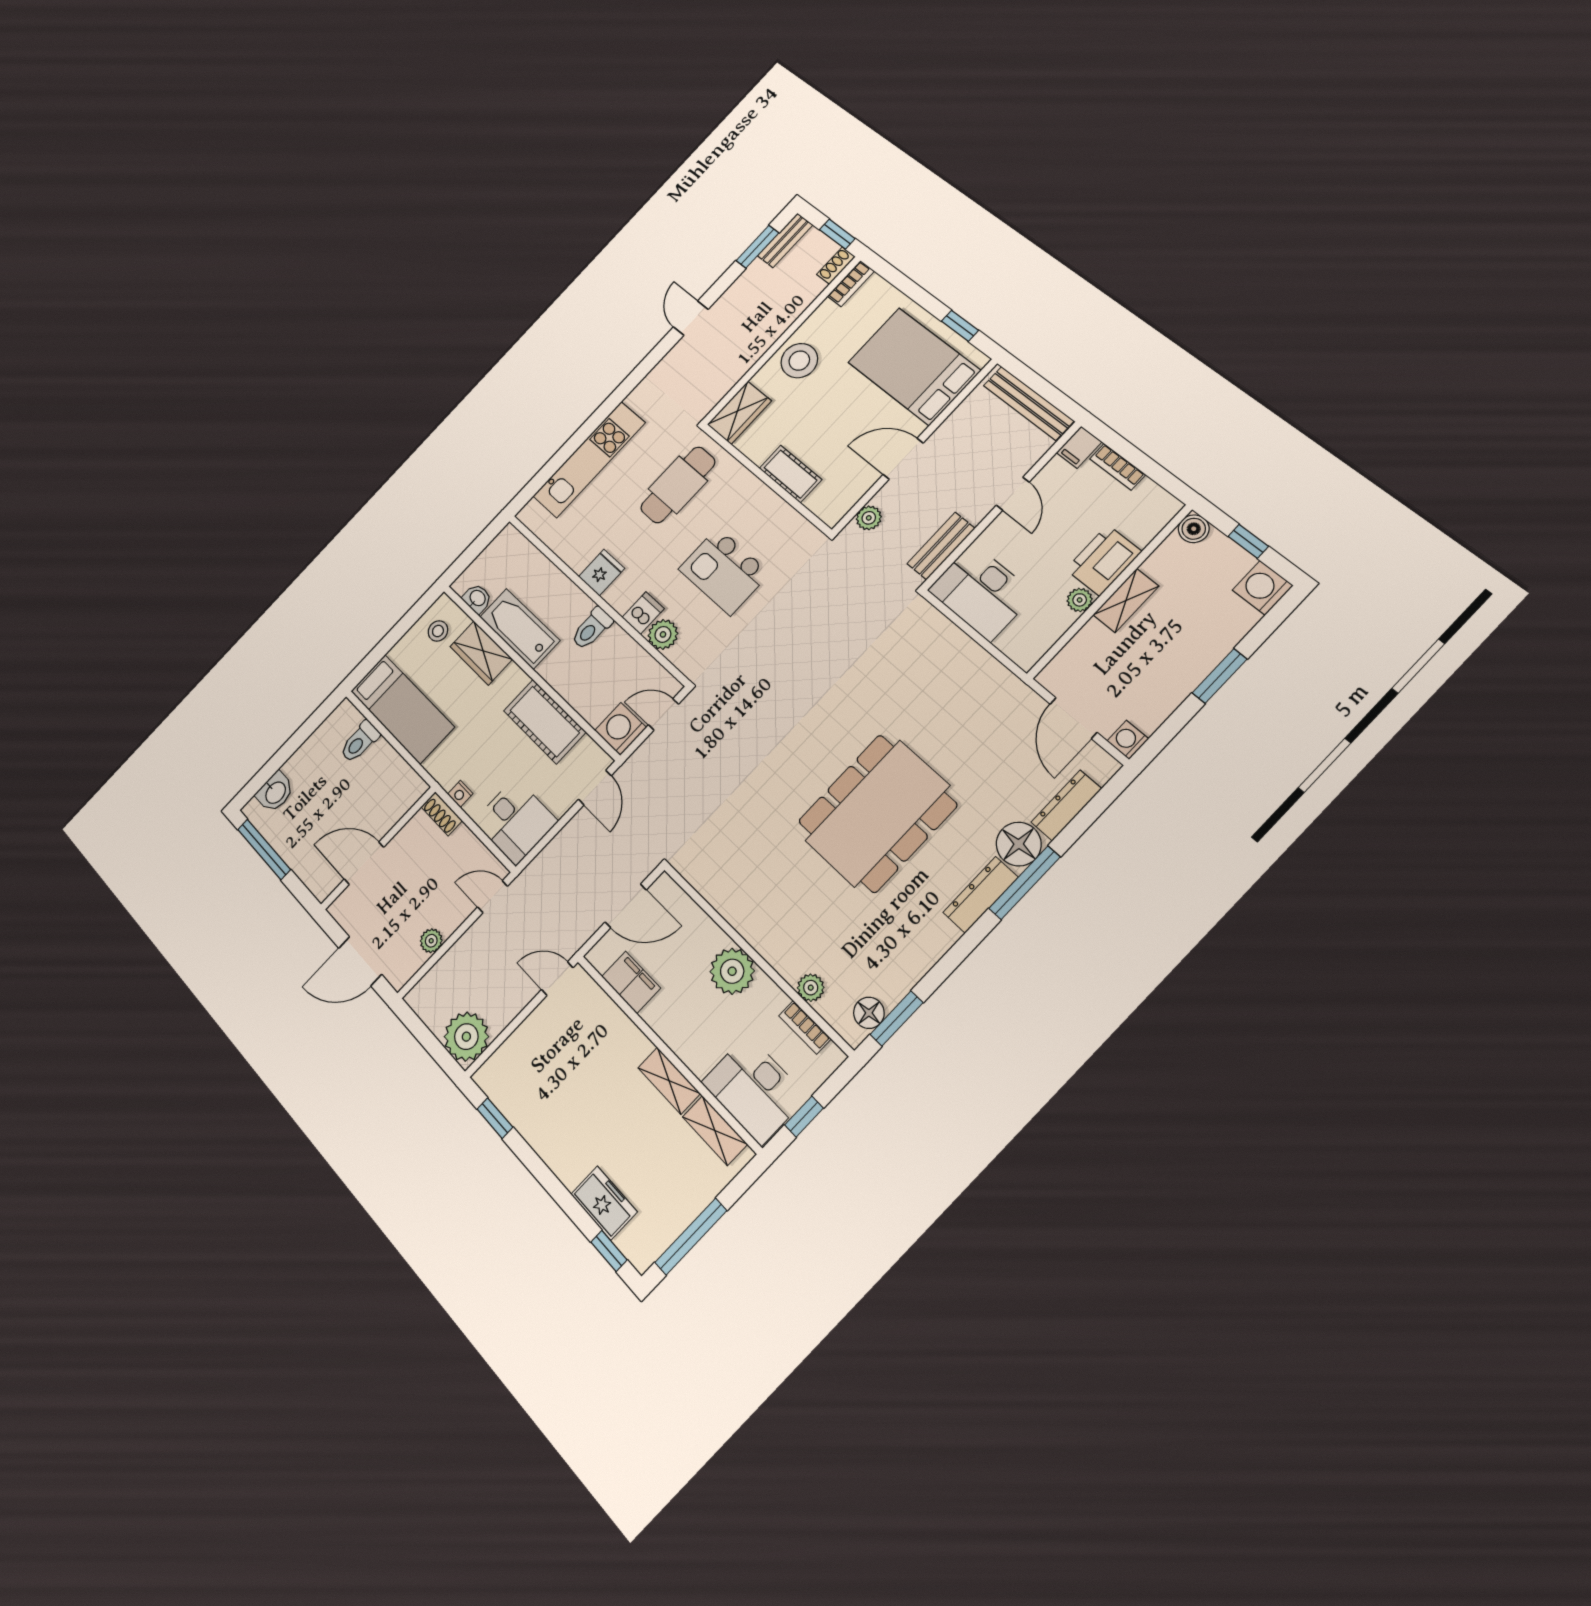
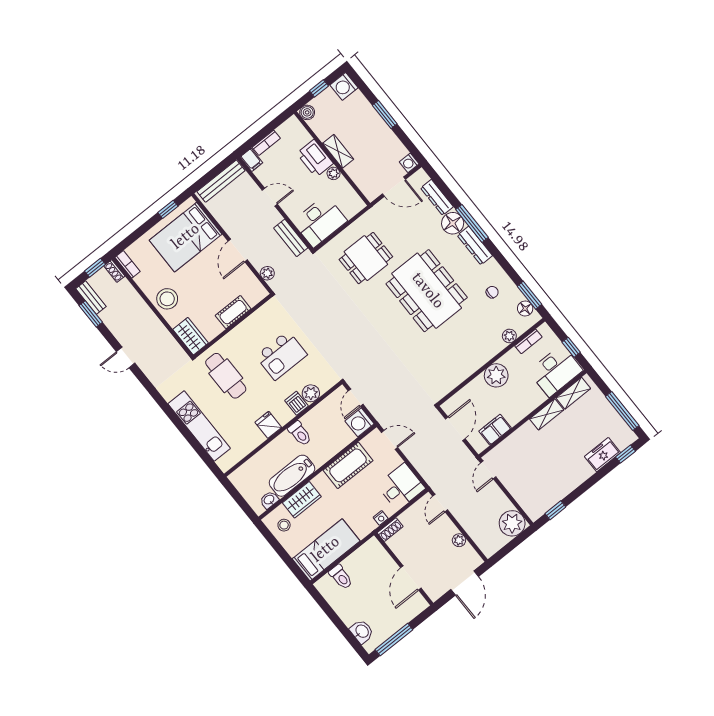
dining table: (924, 689) -> (366, 258), added
chair: (892, 942) -> (492, 292), added

